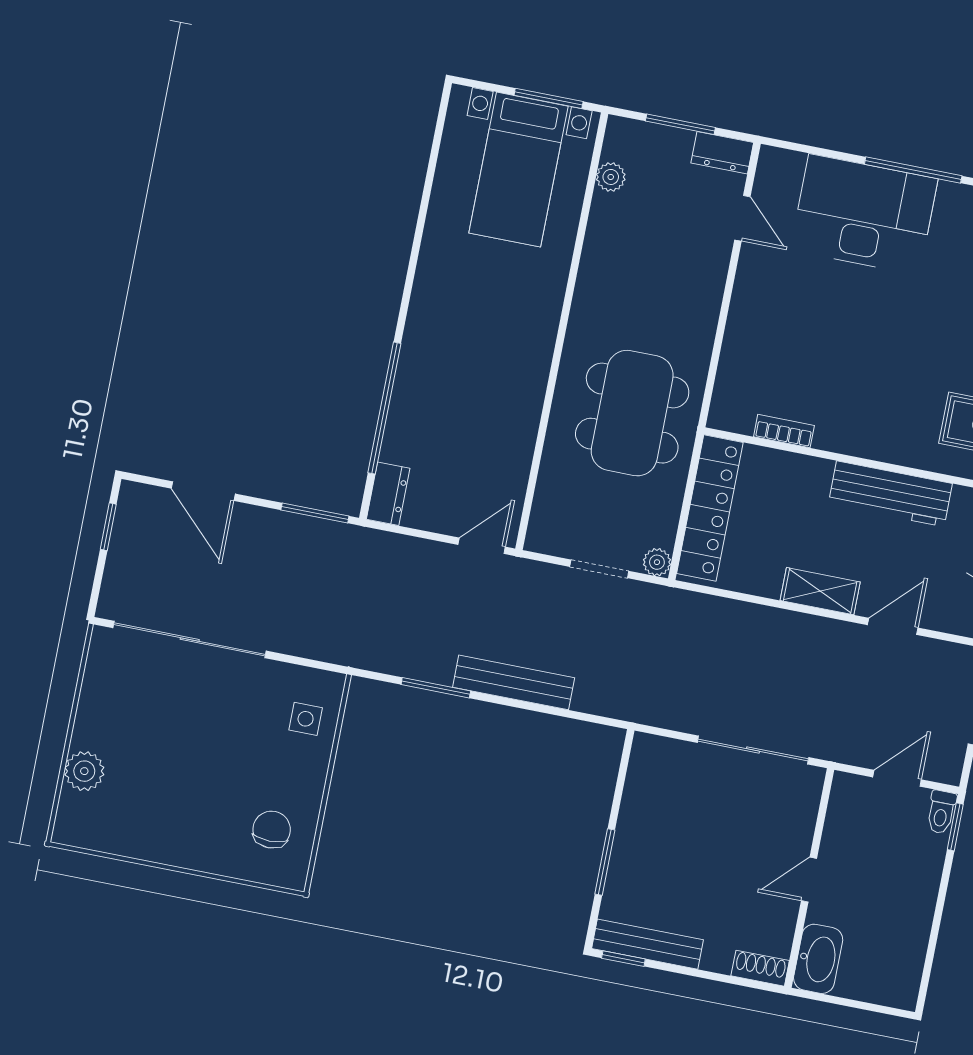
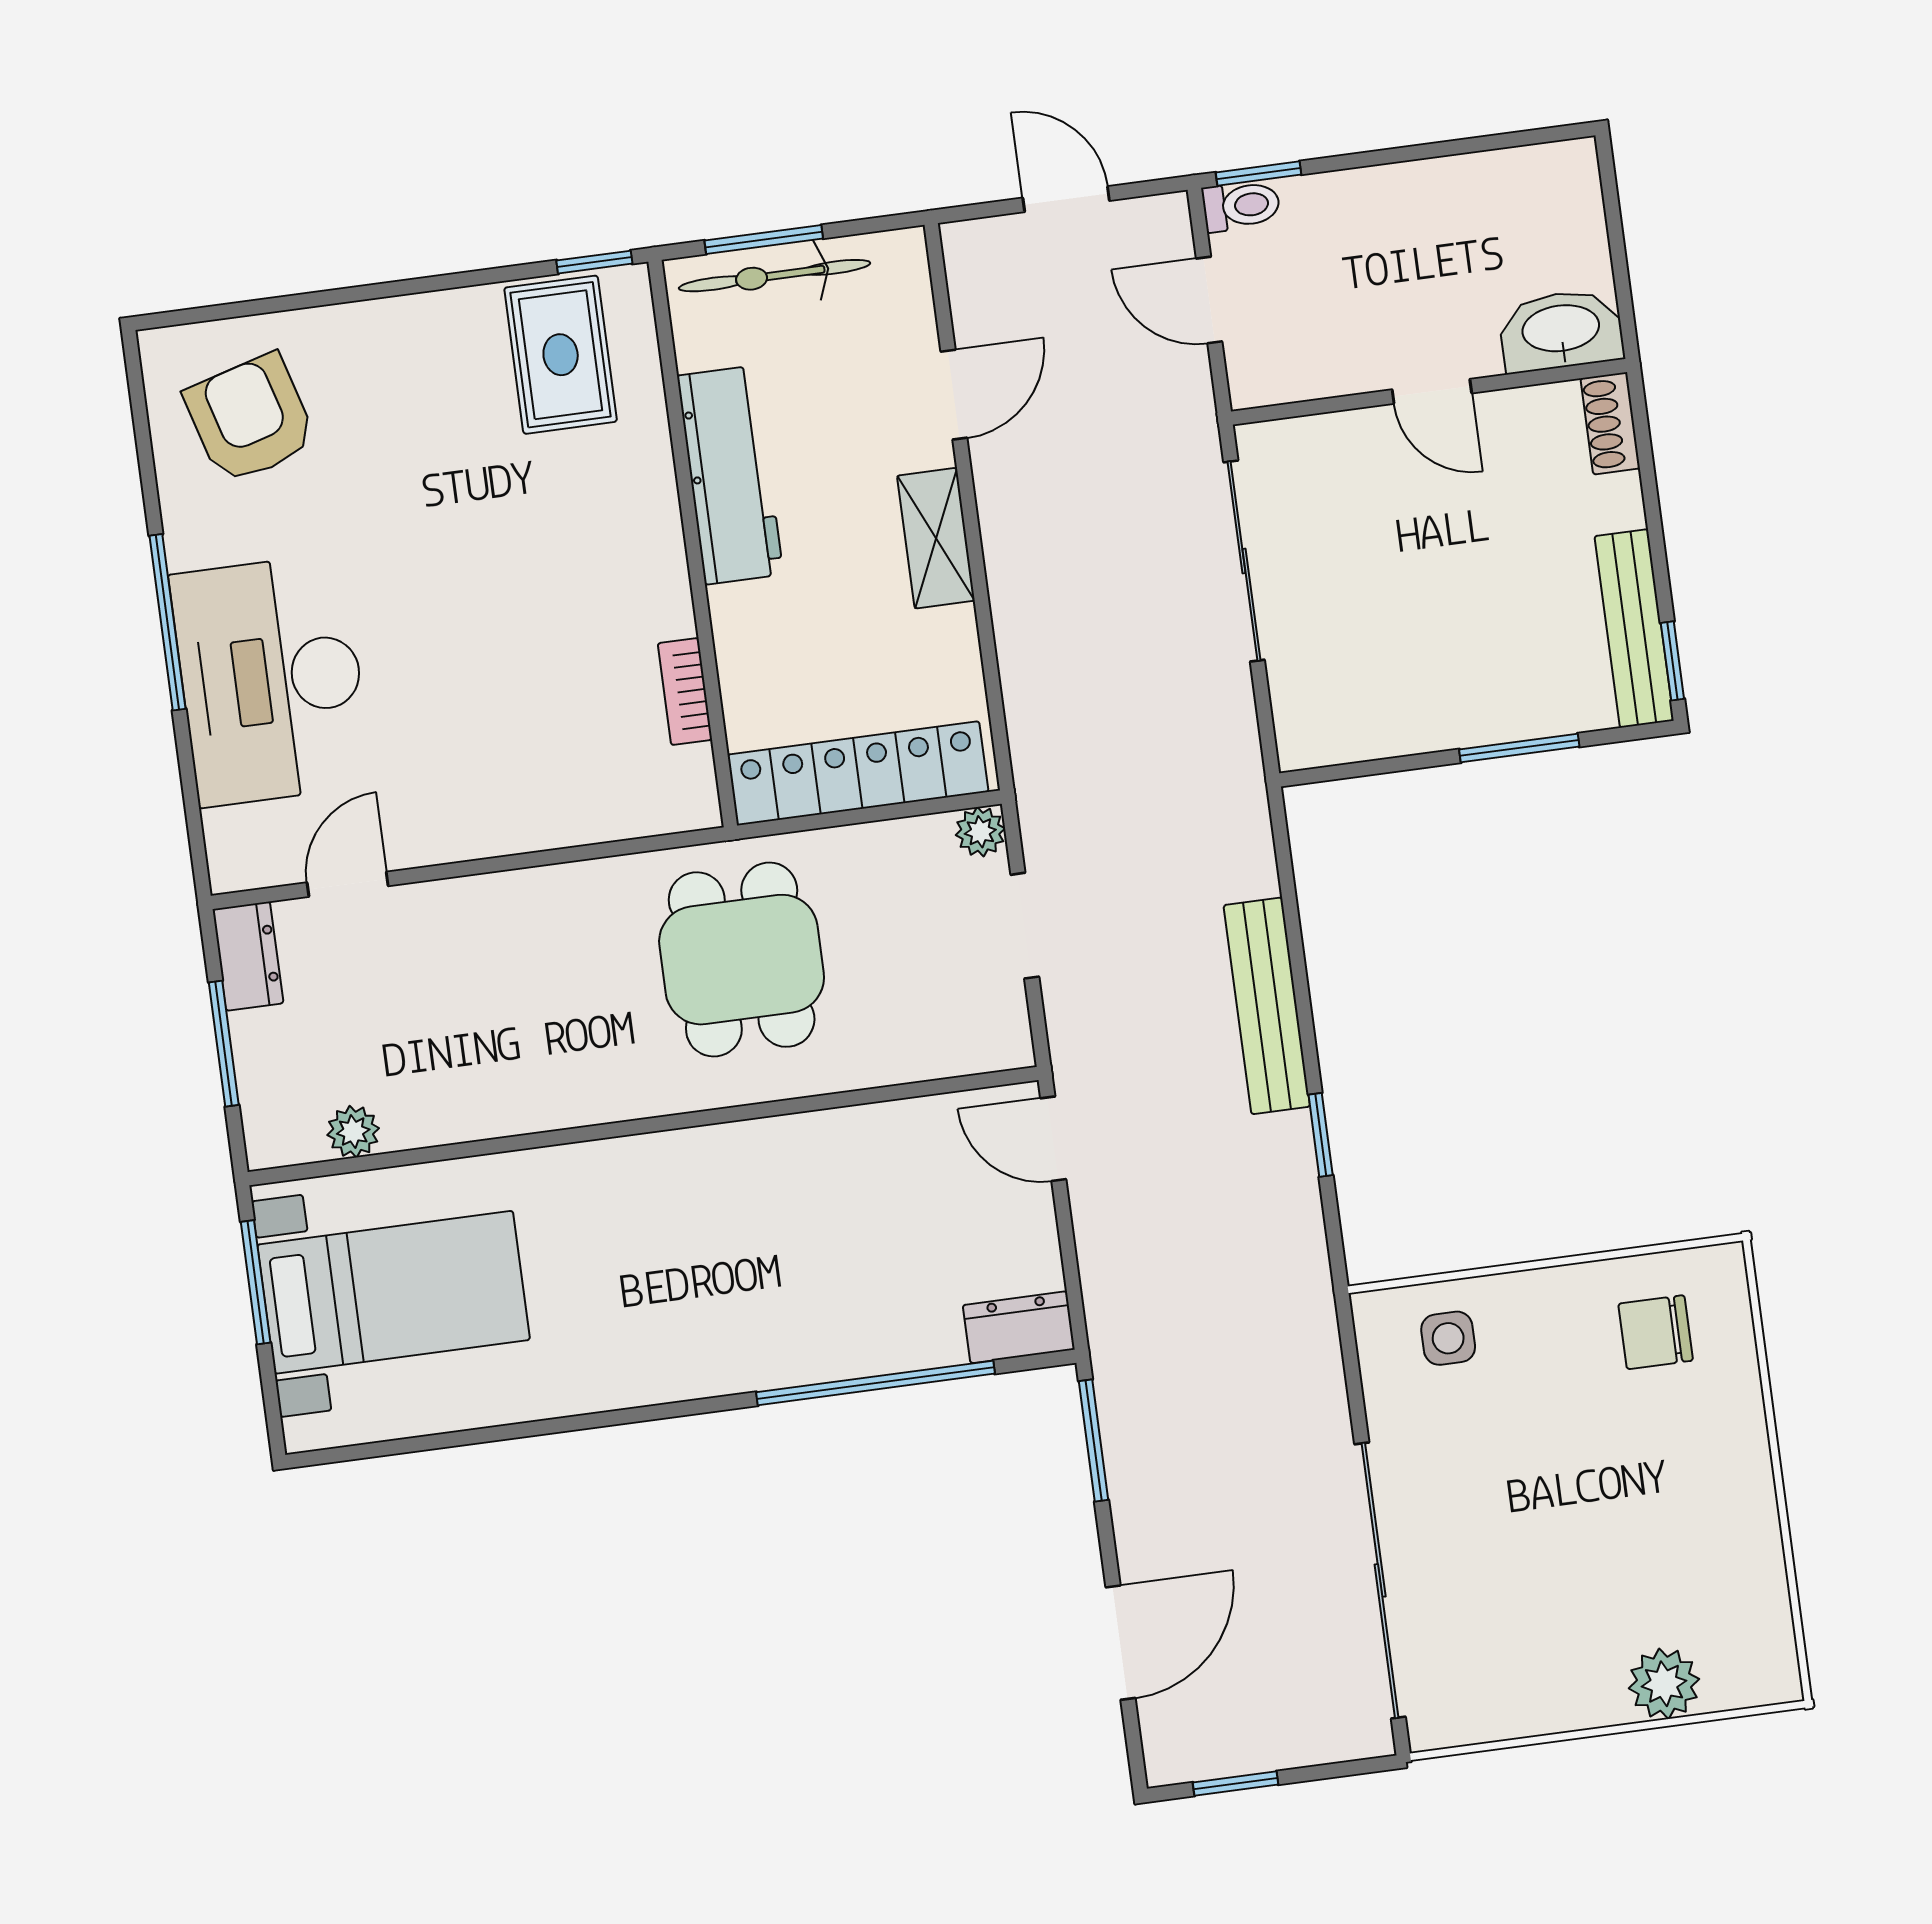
dining table: (632, 413) -> (742, 960), width x0.73
door: (893, 626) -> (954, 395), swing flipped
window: (436, 688) -> (1321, 1135), width x0.67

